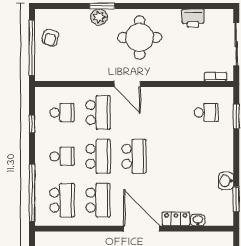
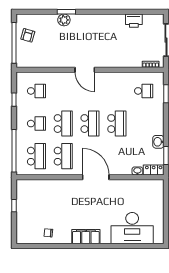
round table: (140, 37) -> (94, 35), removed
school desk: (98, 112) -> (117, 124), moved
locker: (176, 219) -> (154, 170), moved

